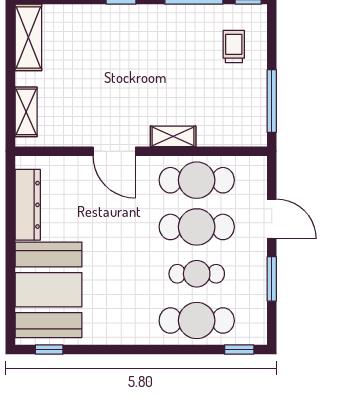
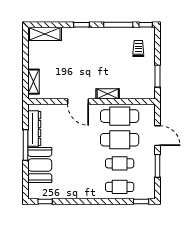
shelving: (28, 37) -> (45, 34), moved, turned 90
window: (272, 101) -> (158, 76), width x0.69
window: (10, 237) -> (26, 145), added
booth: (49, 290) -> (40, 165), width x0.73, depth x0.70
cafe table: (197, 321) -> (120, 187), width x0.73, depth x0.74

